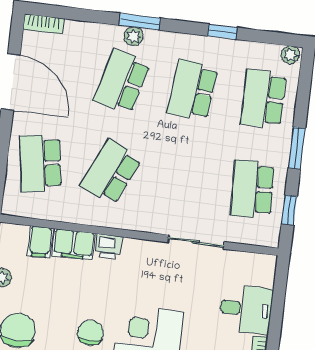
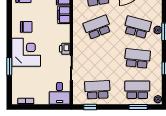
window: (297, 148) -> (138, 107), moved
school desk: (111, 172) -> (97, 27), turned -45
printer: (108, 246) -> (65, 49), moved
desk: (246, 309) -> (60, 93), moved

